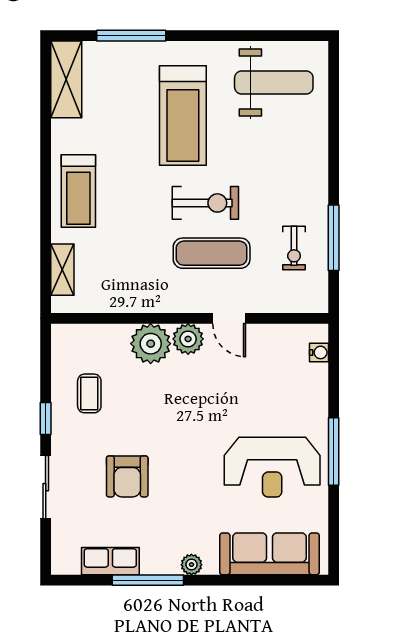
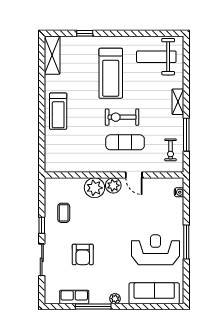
window: (131, 36) -> (85, 33), width x0.46
weight bench: (274, 82) -> (156, 57), turned 180
exercise bike: (205, 203) -> (122, 117), turned 180
exercise bike: (294, 248) -> (171, 150), moved
shelving: (62, 270) -> (178, 102), moved
reception desk: (272, 467) -> (156, 250), turned 180

